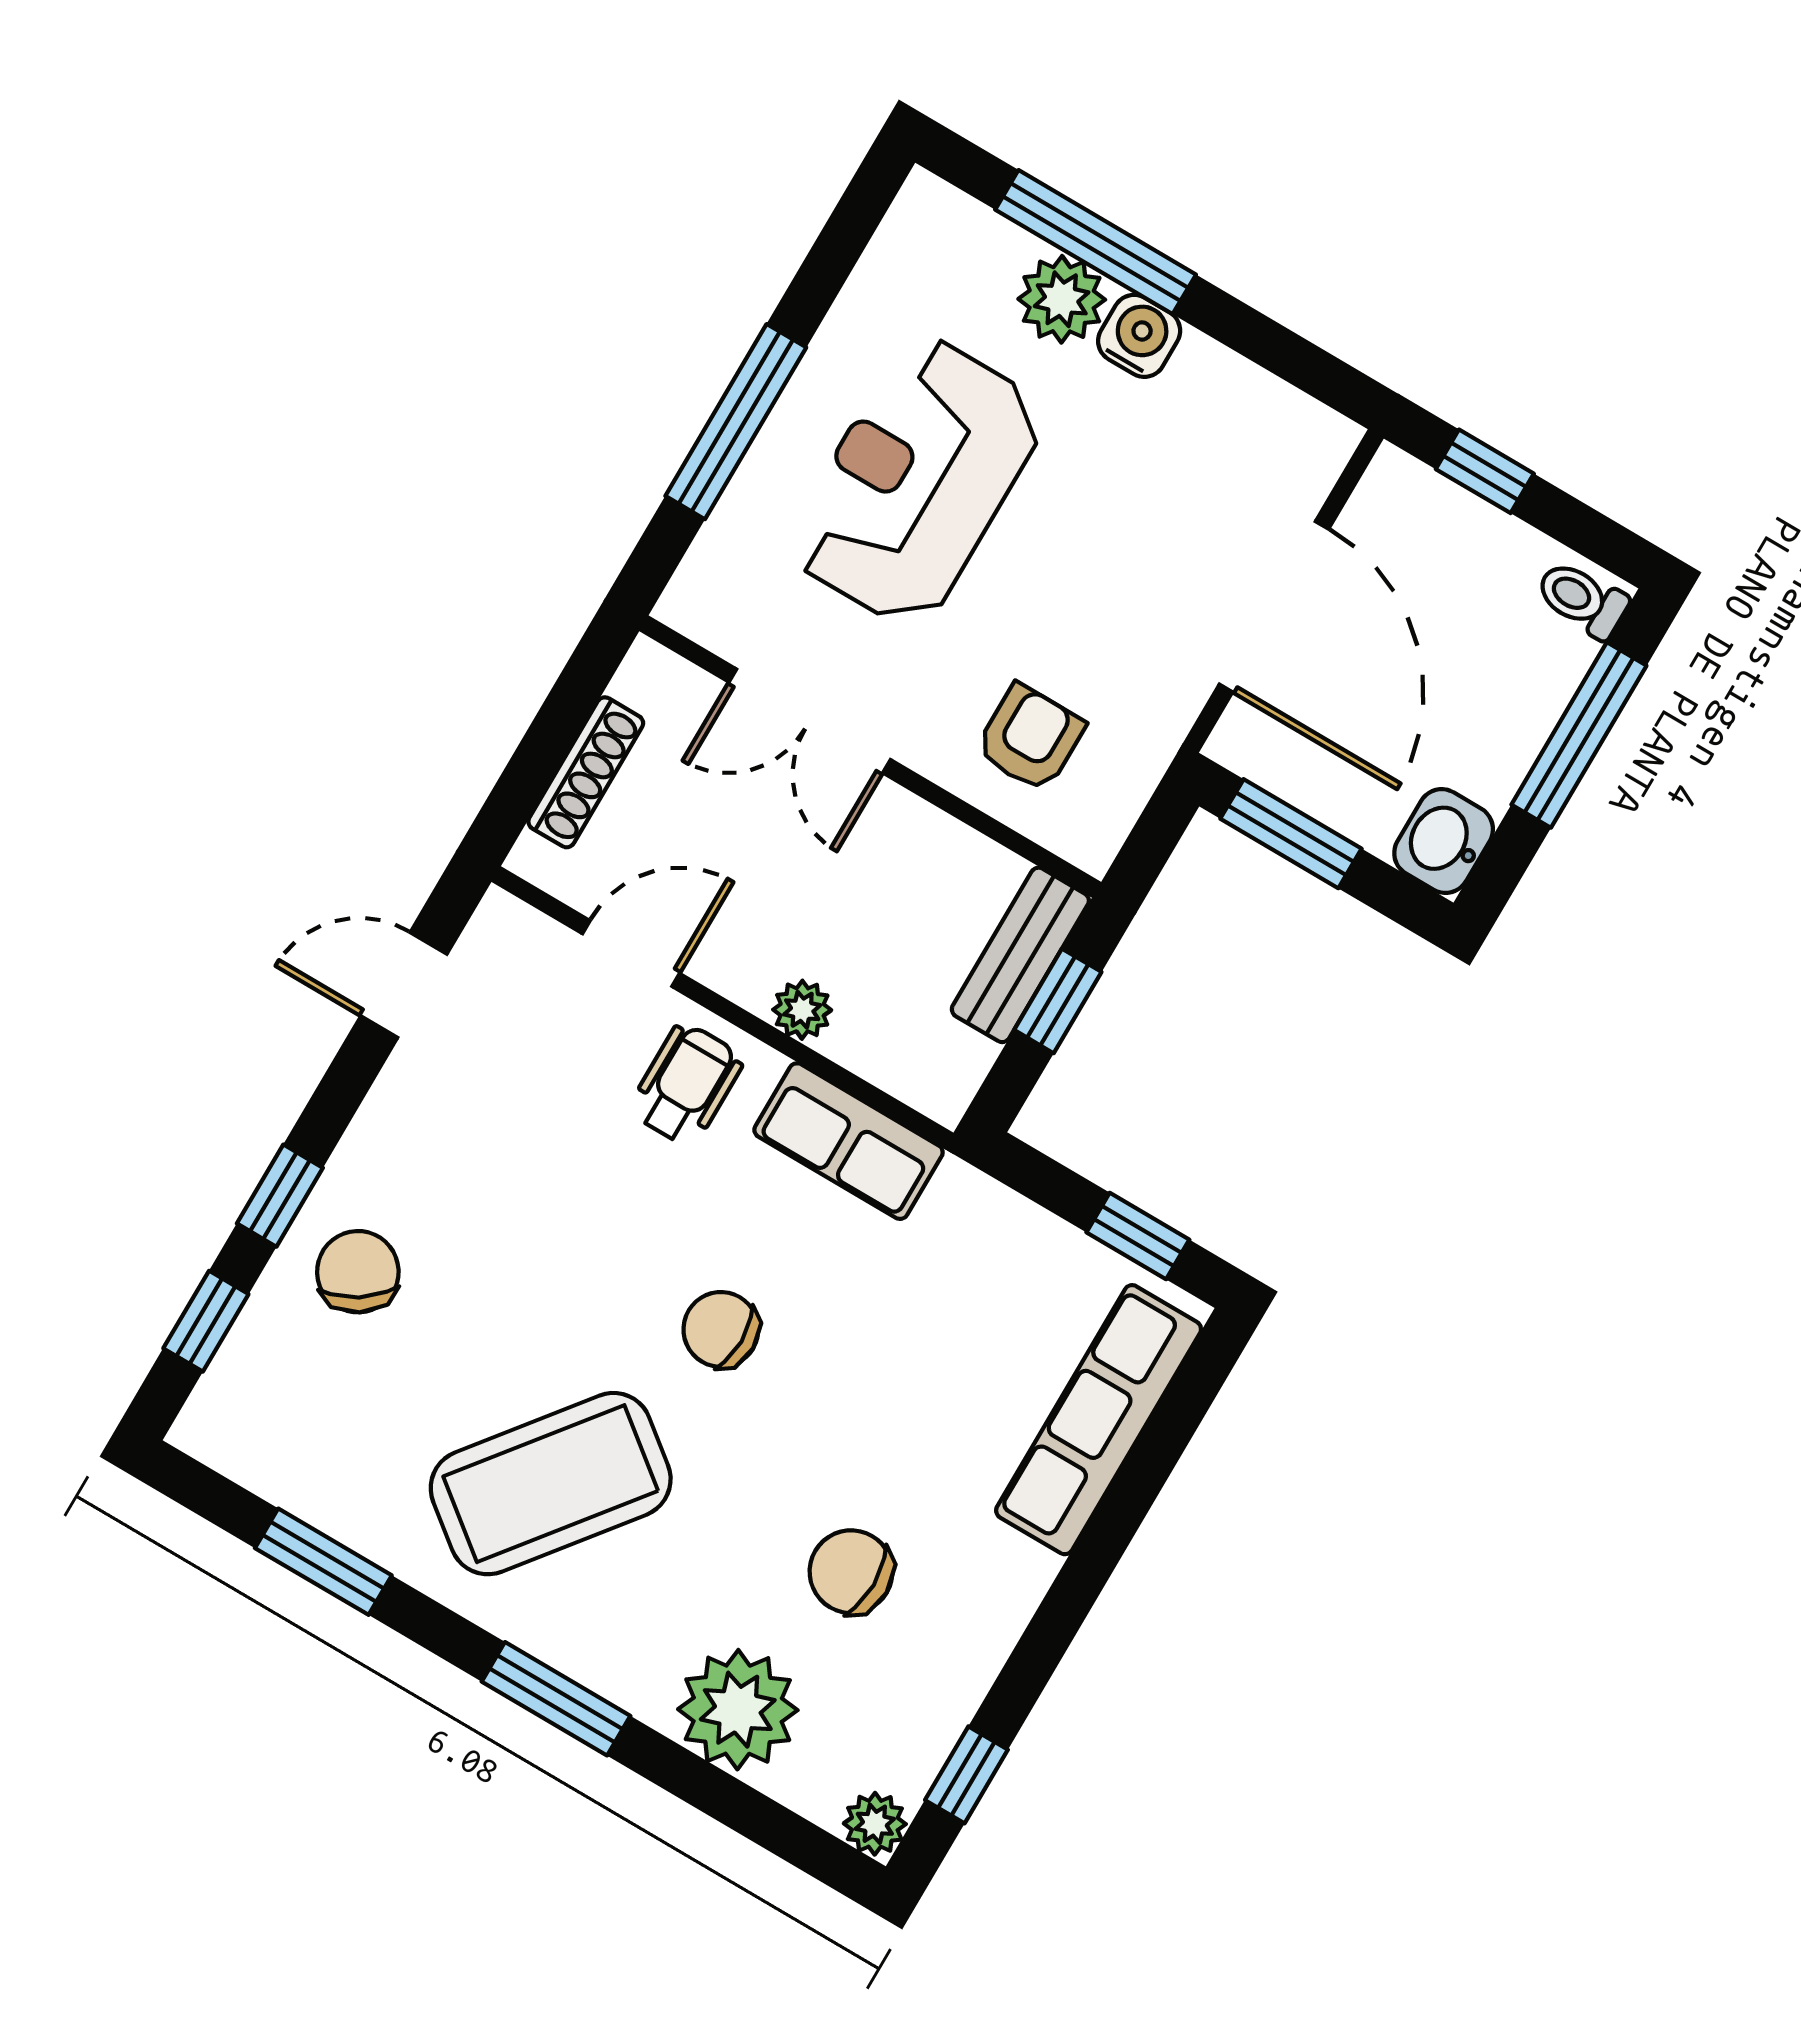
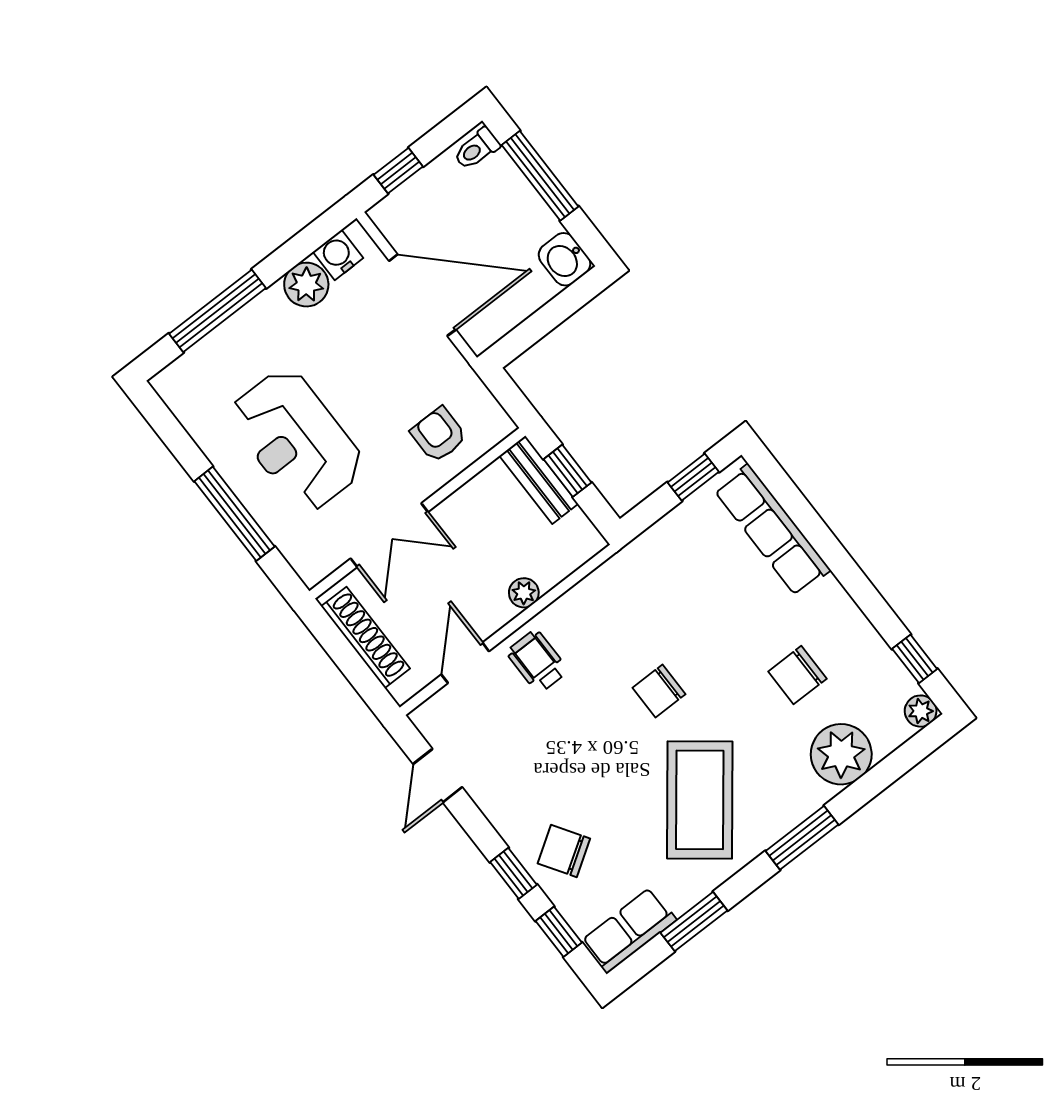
plant: (1062, 299) -> (306, 285), moved
water cooler: (1139, 336) -> (338, 255), moved
shoe rack: (586, 772) -> (365, 637), width x1.36, depth x1.24
window: (1291, 834) -> (532, 330), removed
row of seats: (849, 1141) -> (629, 930), moved, turned 180

